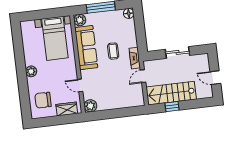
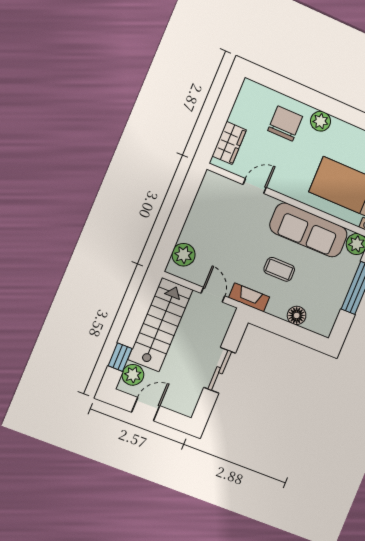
floor lamp: (129, 13) -> (297, 315), moved
plant: (202, 93) -> (133, 375), added
chair: (43, 100) -> (285, 124), moved
plant: (90, 106) -> (184, 255), moved
window: (172, 107) -> (120, 357), moved

